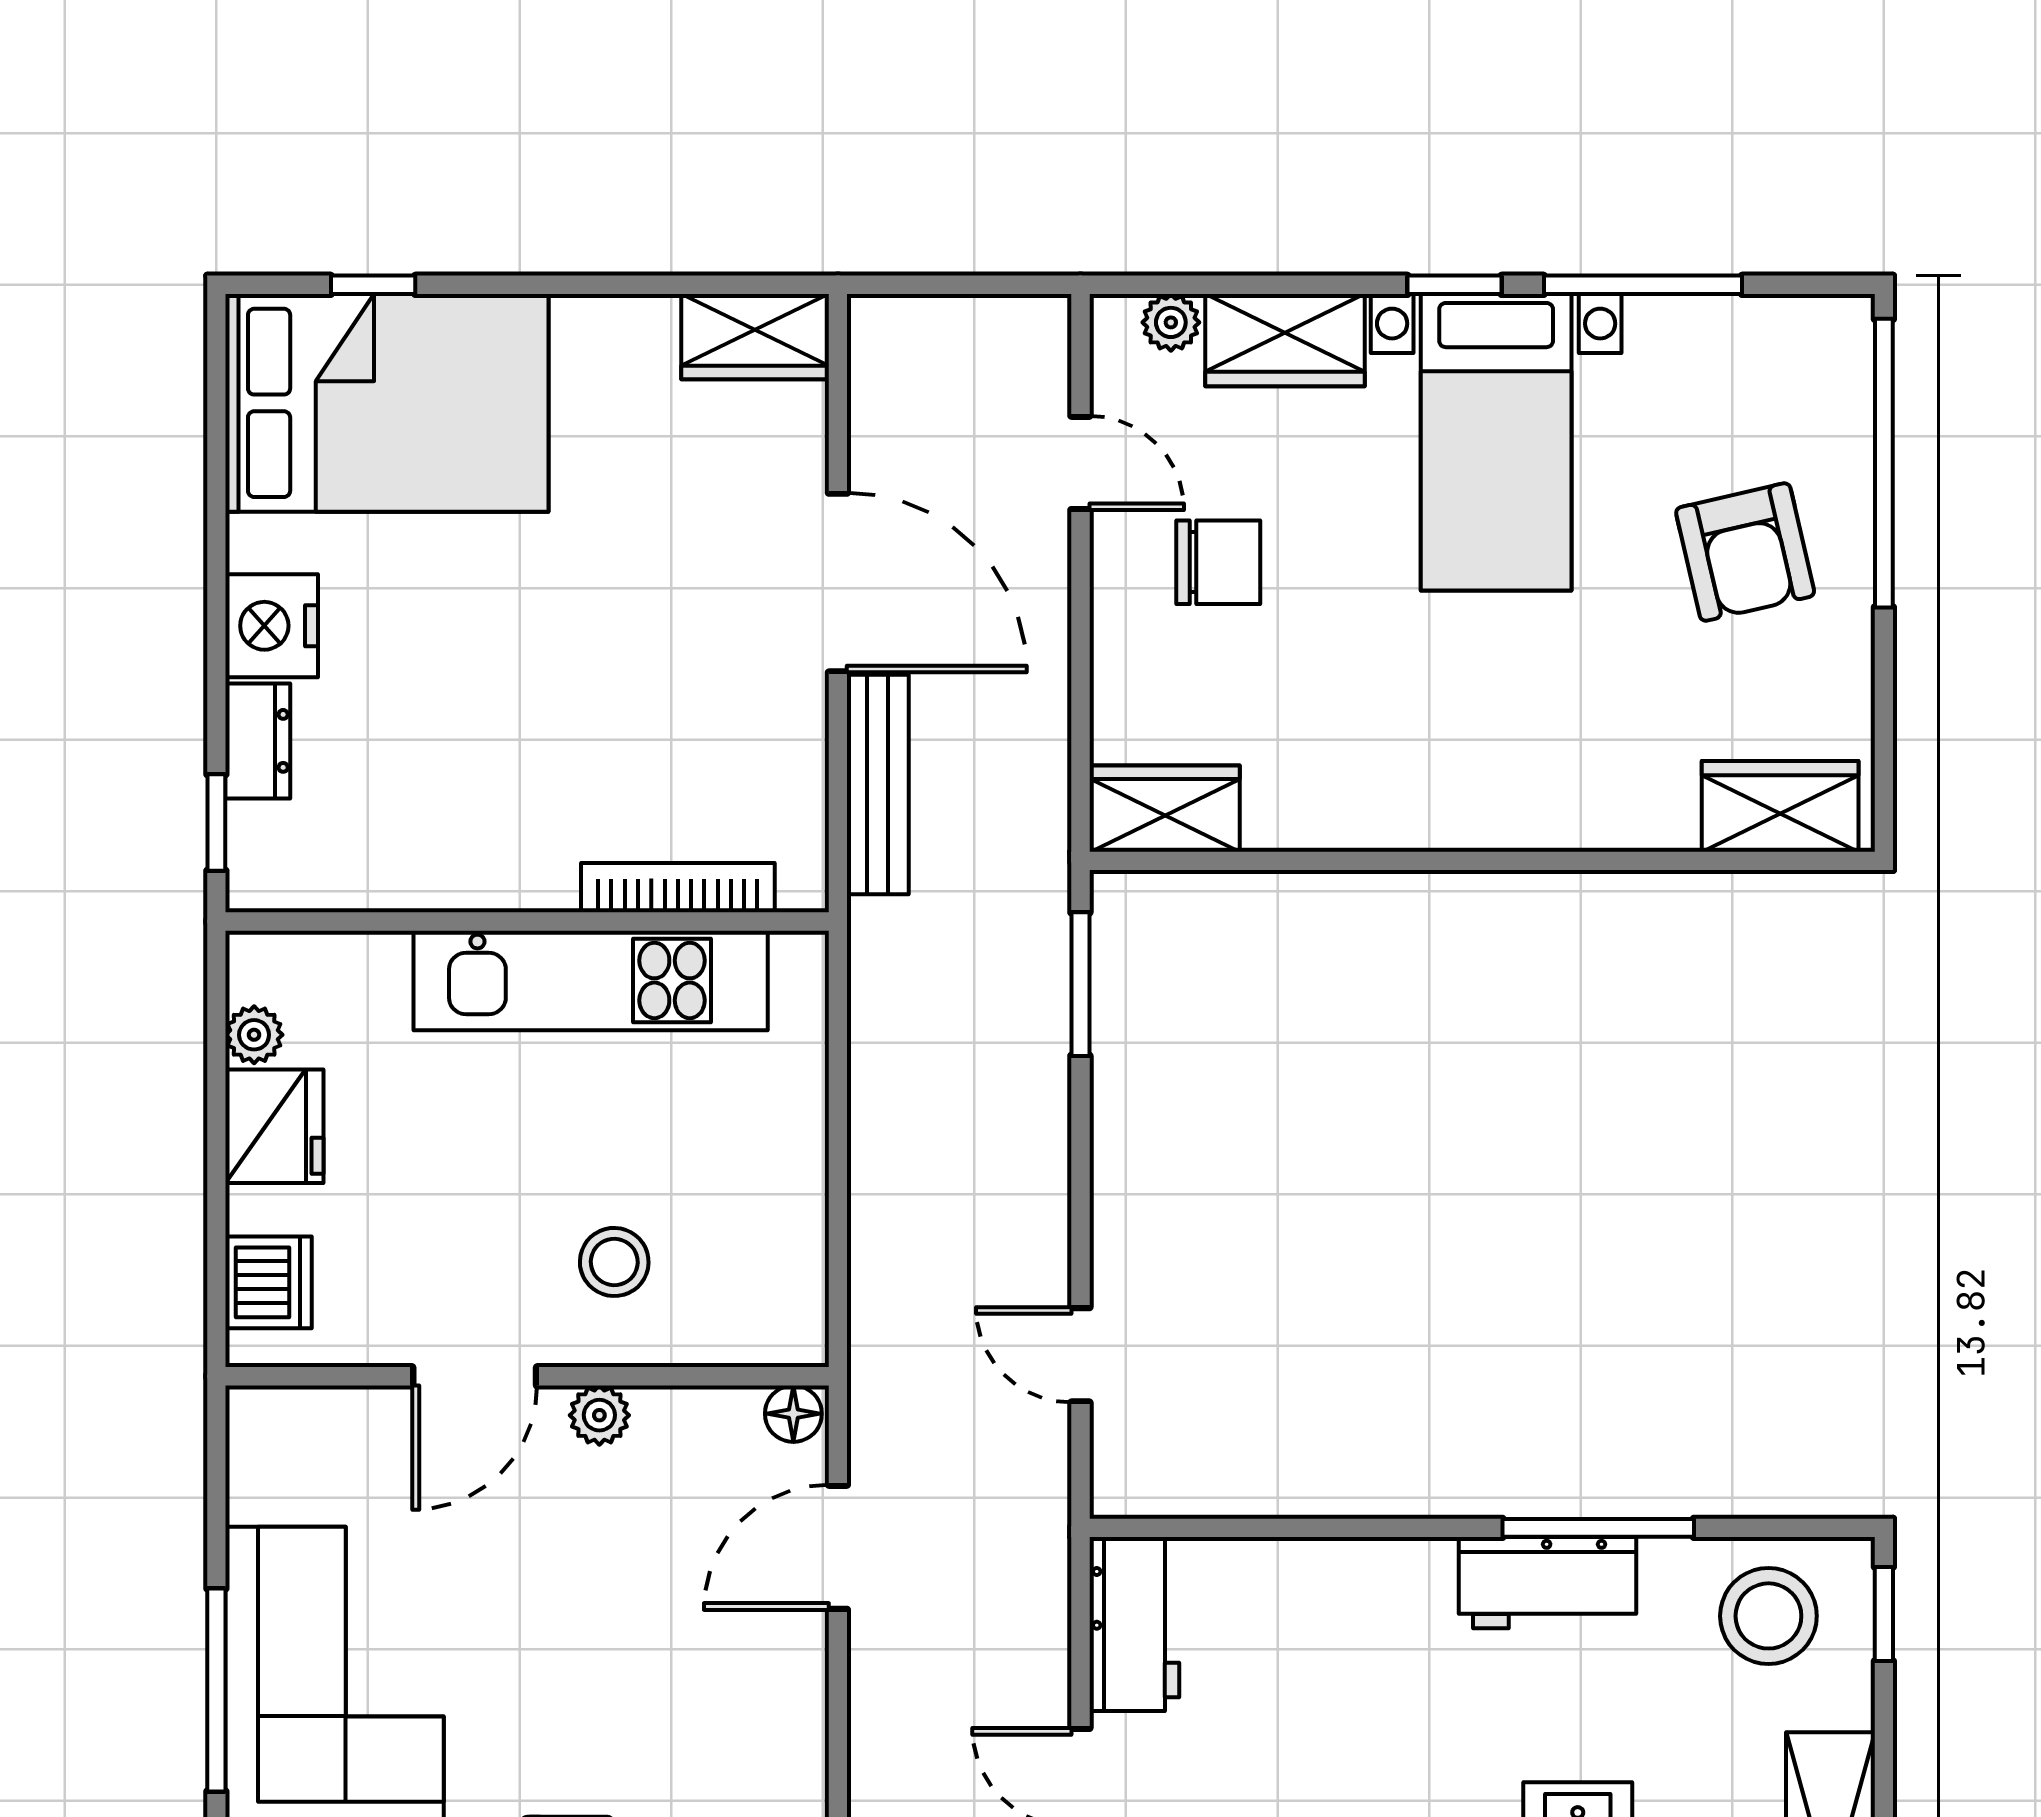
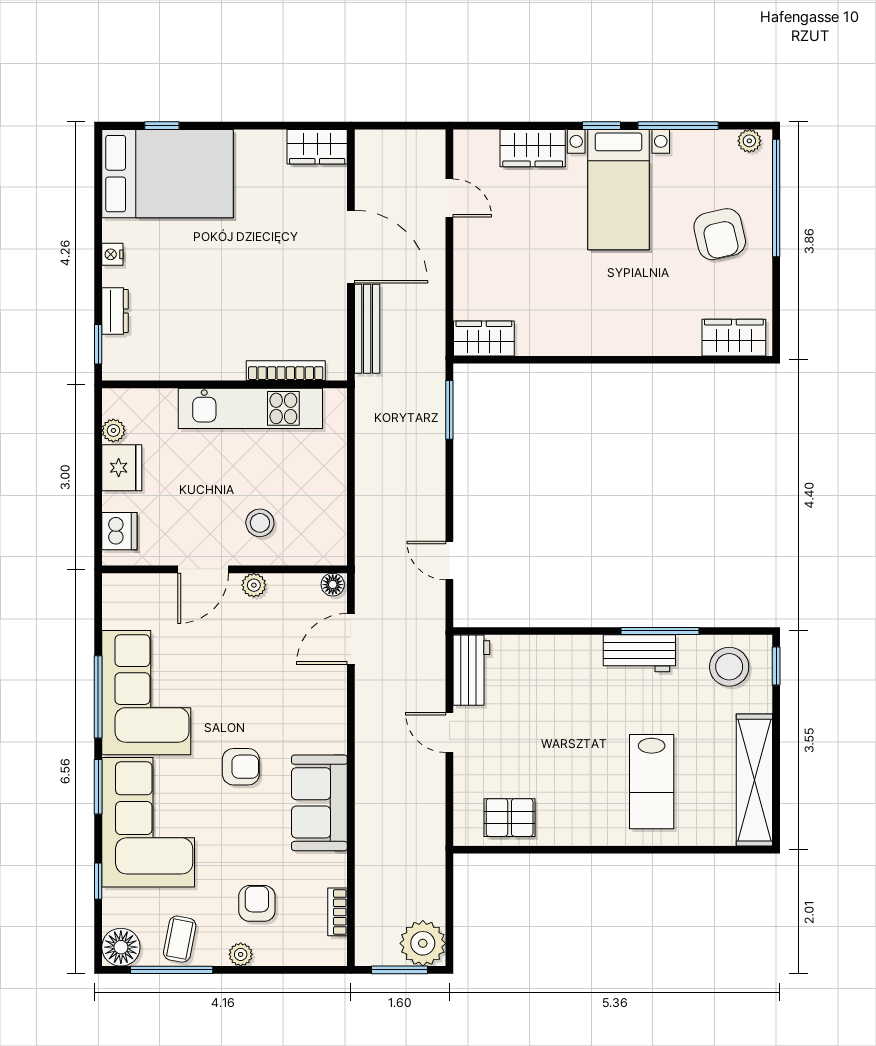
plant: (1171, 322) -> (749, 141), moved
chair: (1218, 562) -> (505, 238), removed
nightstand: (272, 626) -> (112, 254), width x0.53, depth x0.56

